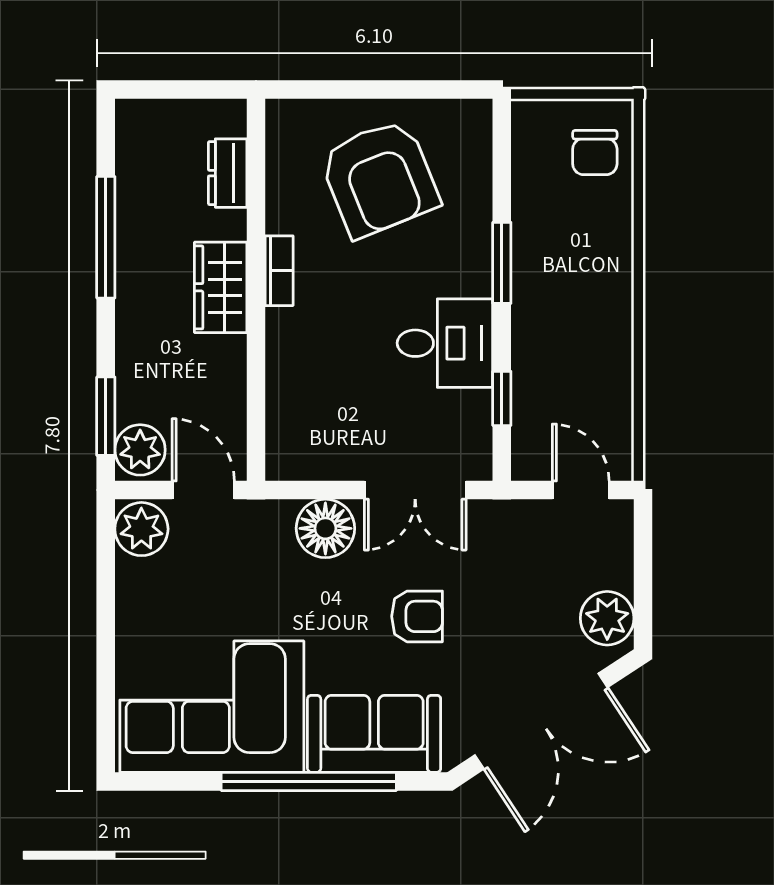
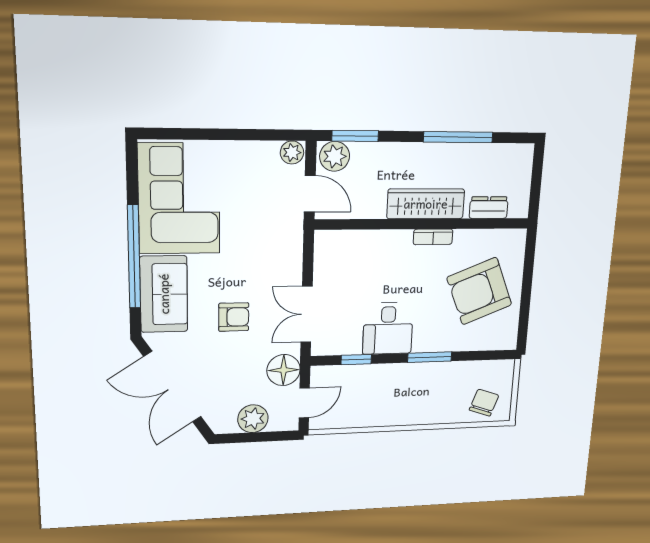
chair: (595, 152) -> (484, 403), turned 109
wardrobe: (221, 287) -> (426, 204), width x1.50
door: (203, 490) -> (310, 194), hinge flipped
floor lamp: (325, 528) -> (284, 370), moved
plant: (141, 529) -> (292, 152), width x0.73, depth x0.73
armchair: (417, 616) -> (234, 317), turned -90
plant: (607, 618) -> (253, 419), moved

